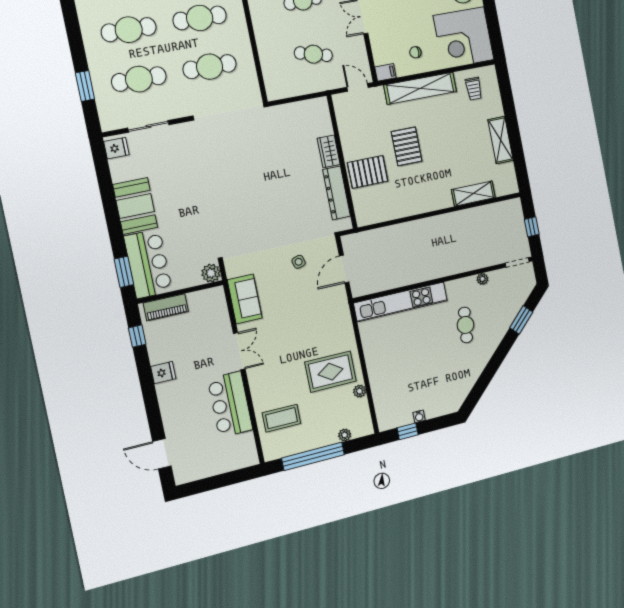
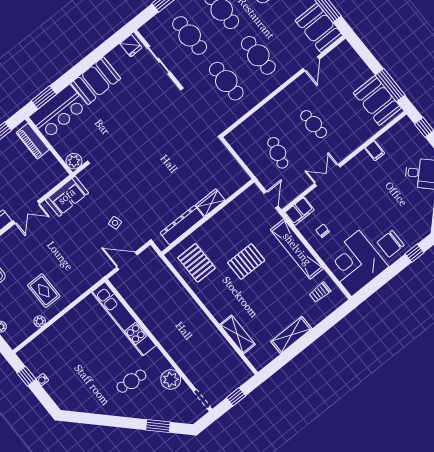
filing cabinet: (385, 72) -> (299, 211), width x2.00
pallet: (368, 172) -> (197, 263), moved
plant: (482, 279) -> (171, 379), width x1.87, depth x1.87
rug: (331, 372) -> (44, 291), width x0.73, depth x0.70

